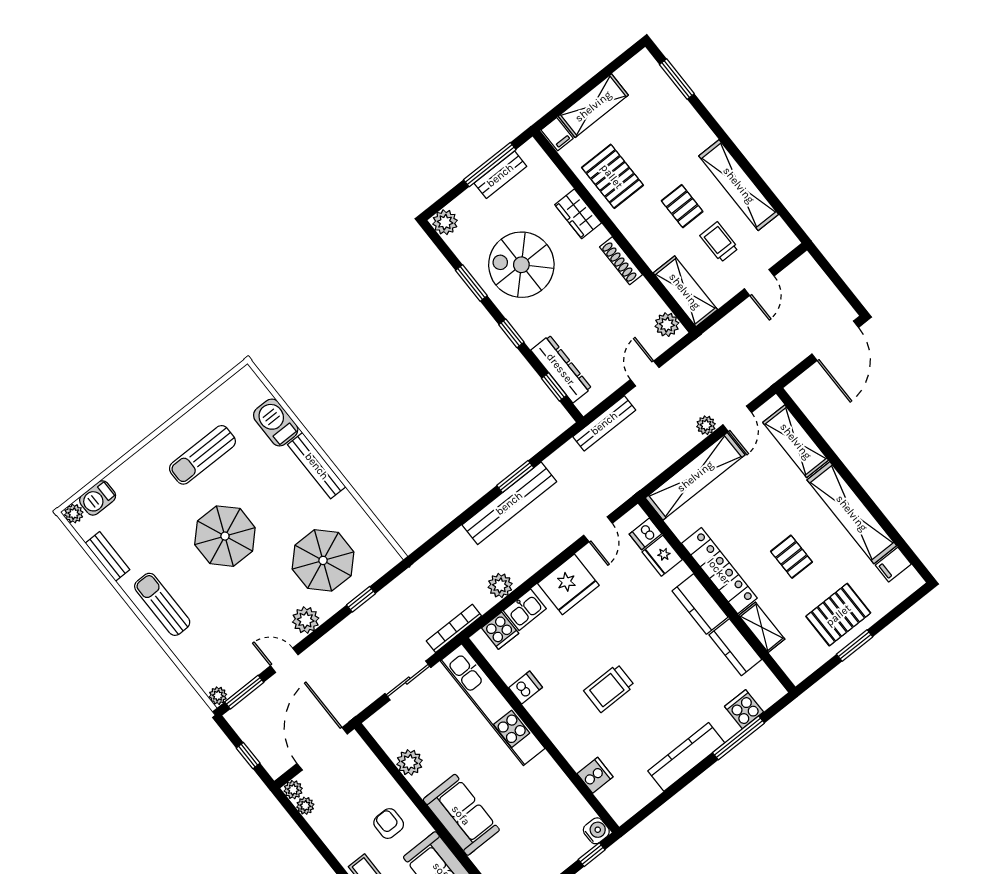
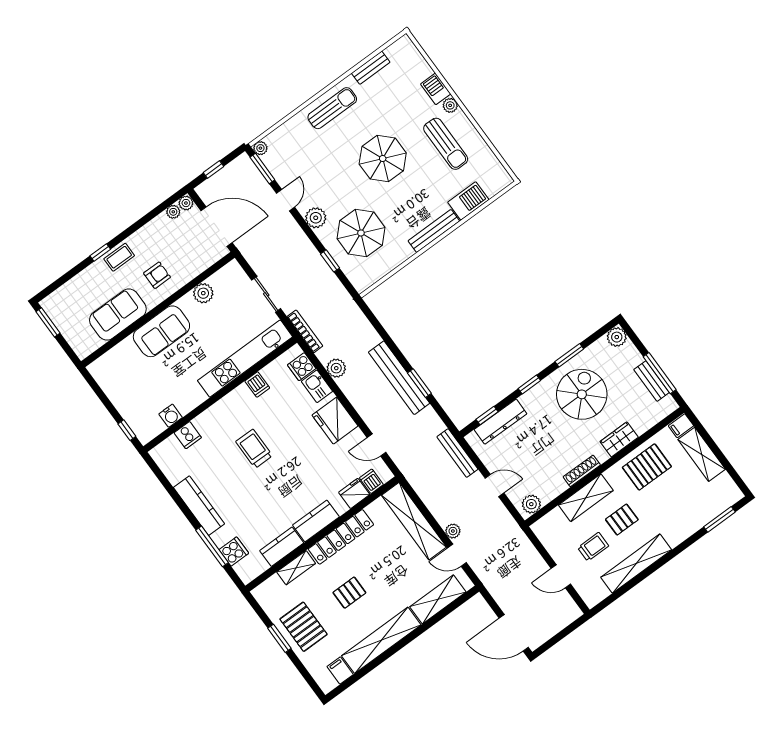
shelving: (685, 291) -> (586, 498), moved
sun lounger: (202, 455) -> (446, 144), turned 180
barbecue: (98, 498) -> (436, 89), moved
plant: (74, 514) -> (450, 105), moved
water cooler: (596, 831) -> (171, 416), moved

